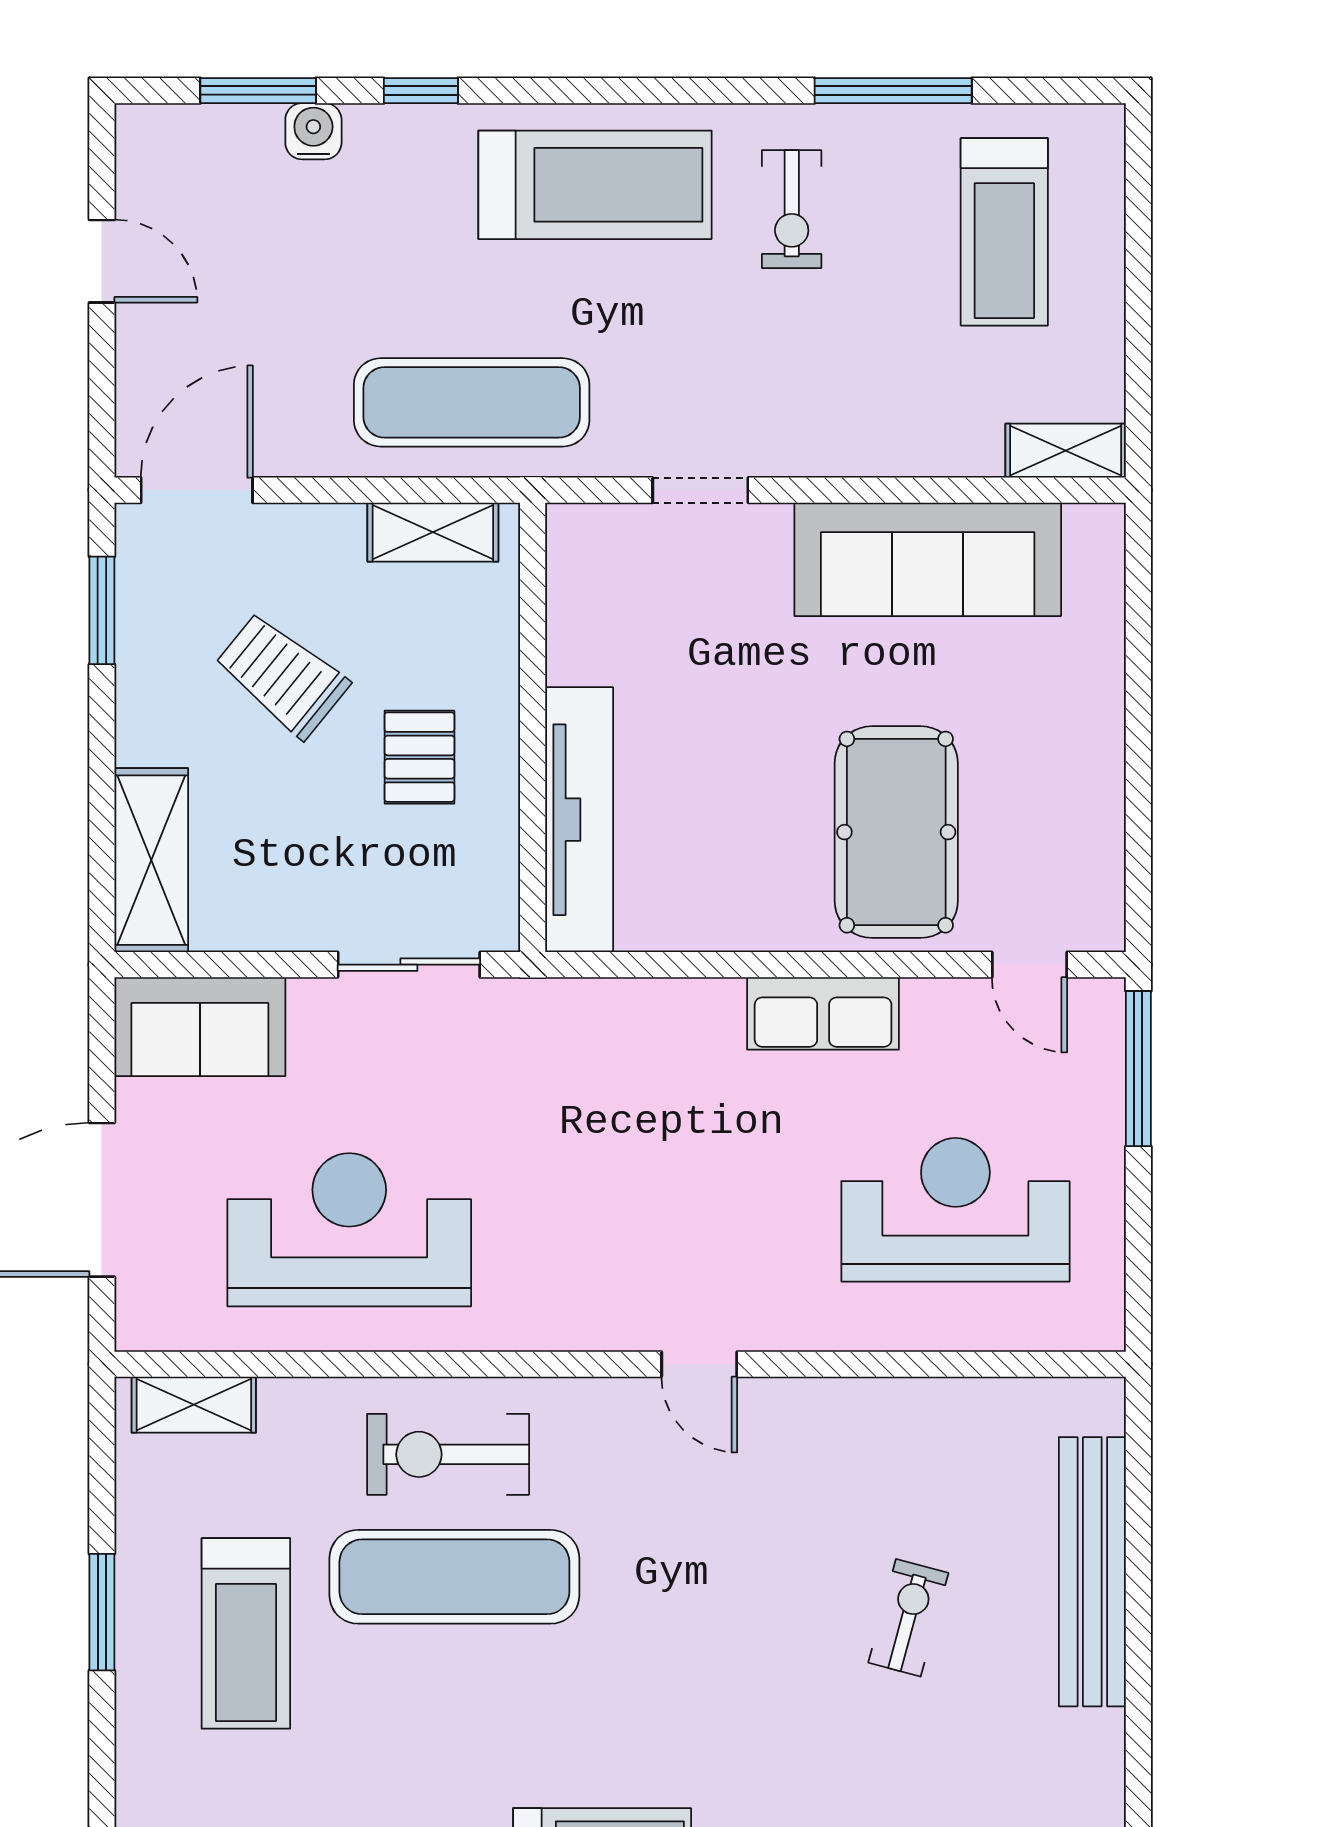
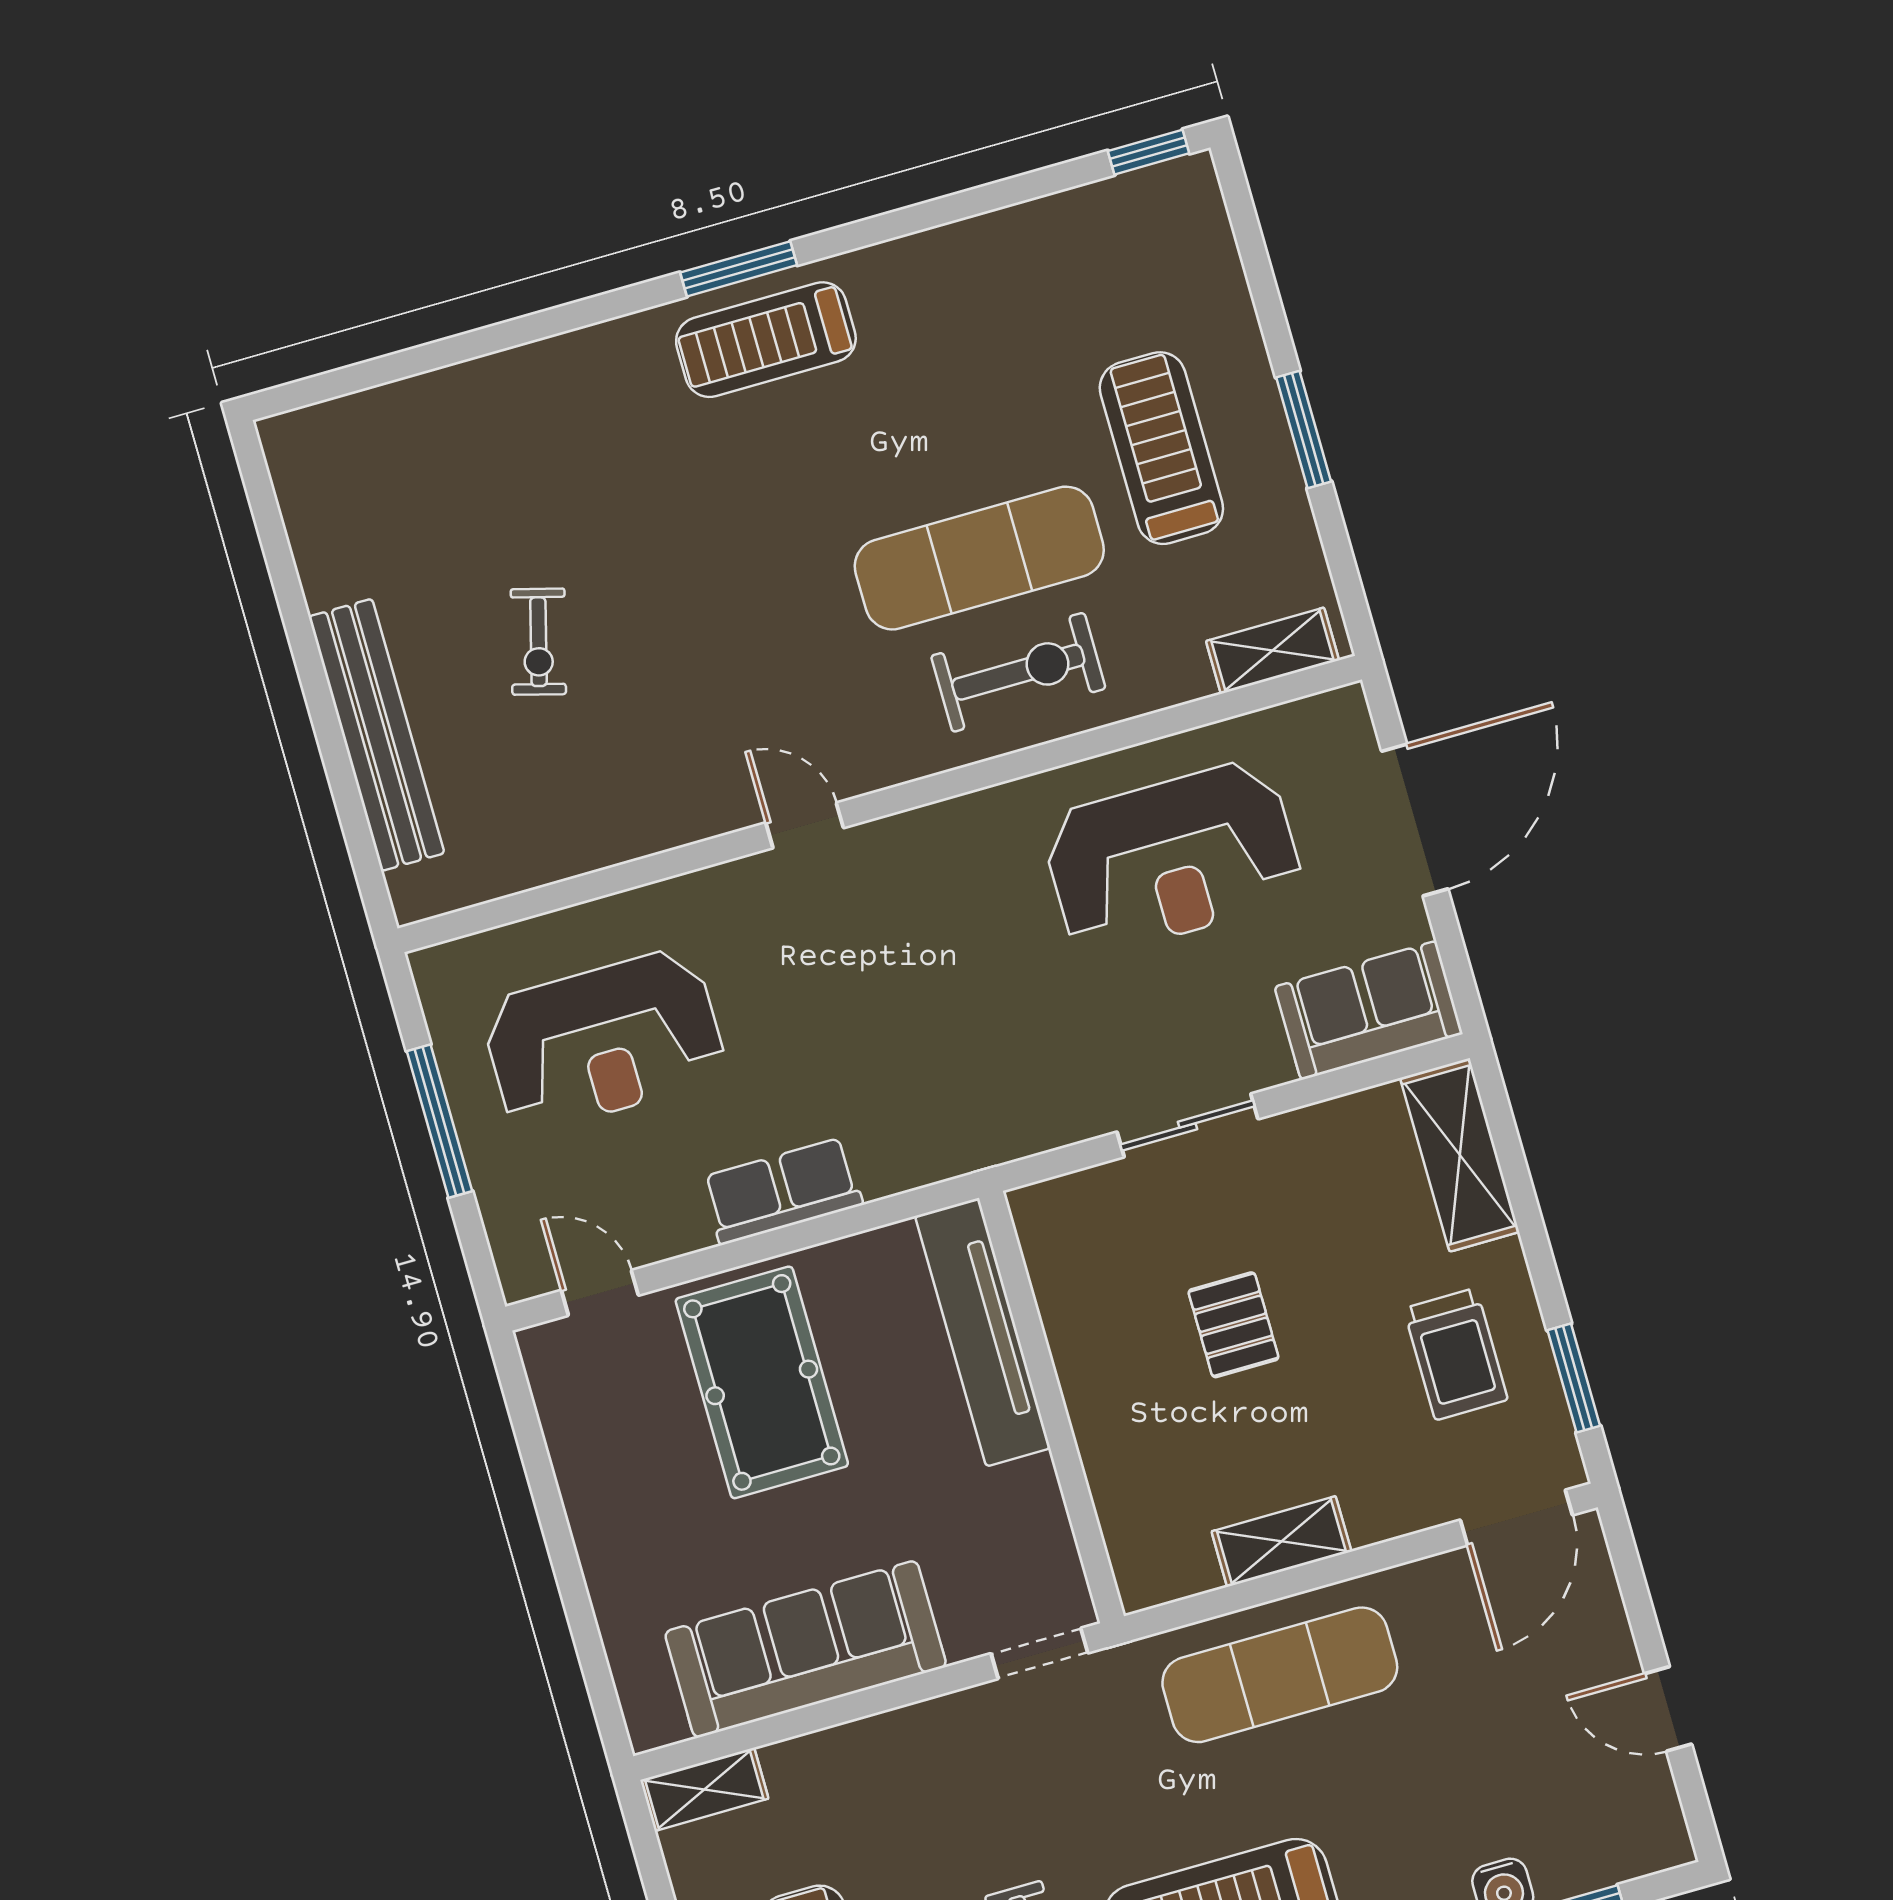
trolley: (282, 675) -> (1456, 1354), moved, turned 51
wall: (533, 727) -> (1051, 1407), moved
tv unit: (579, 820) -> (983, 1332), moved
window: (1138, 1069) -> (439, 1121), moved

